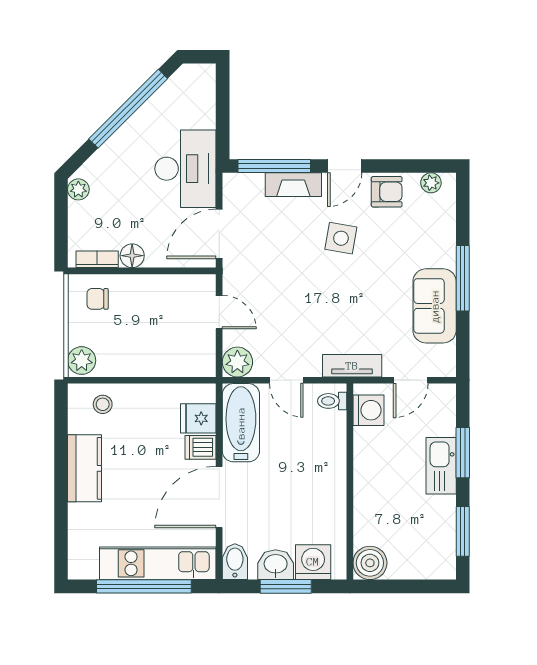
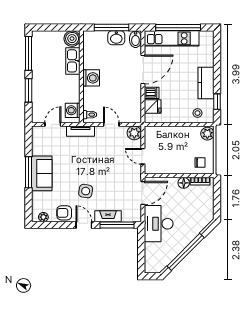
door: (345, 166) -> (84, 225), hinge flipped
plant: (78, 189) -> (209, 214), removed
sofa: (435, 306) -> (42, 173), moved
bathtub: (241, 423) -> (133, 104), removed
window: (61, 429) -> (217, 102), added
kitchen sink: (441, 466) -> (73, 61), moved, turned 180
window: (463, 531) -> (28, 53), width x1.44
washing machine: (313, 562) -> (91, 78), moved, turned -90
window: (286, 586) -> (112, 28), width x1.44

